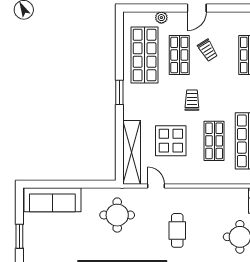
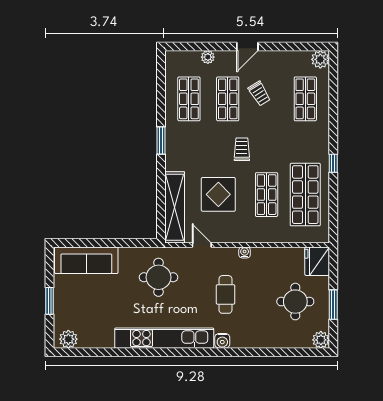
shop shelf: (145, 55) -> (189, 99), width x0.70, depth x0.74
water cooler: (194, 193) -> (245, 252), added

